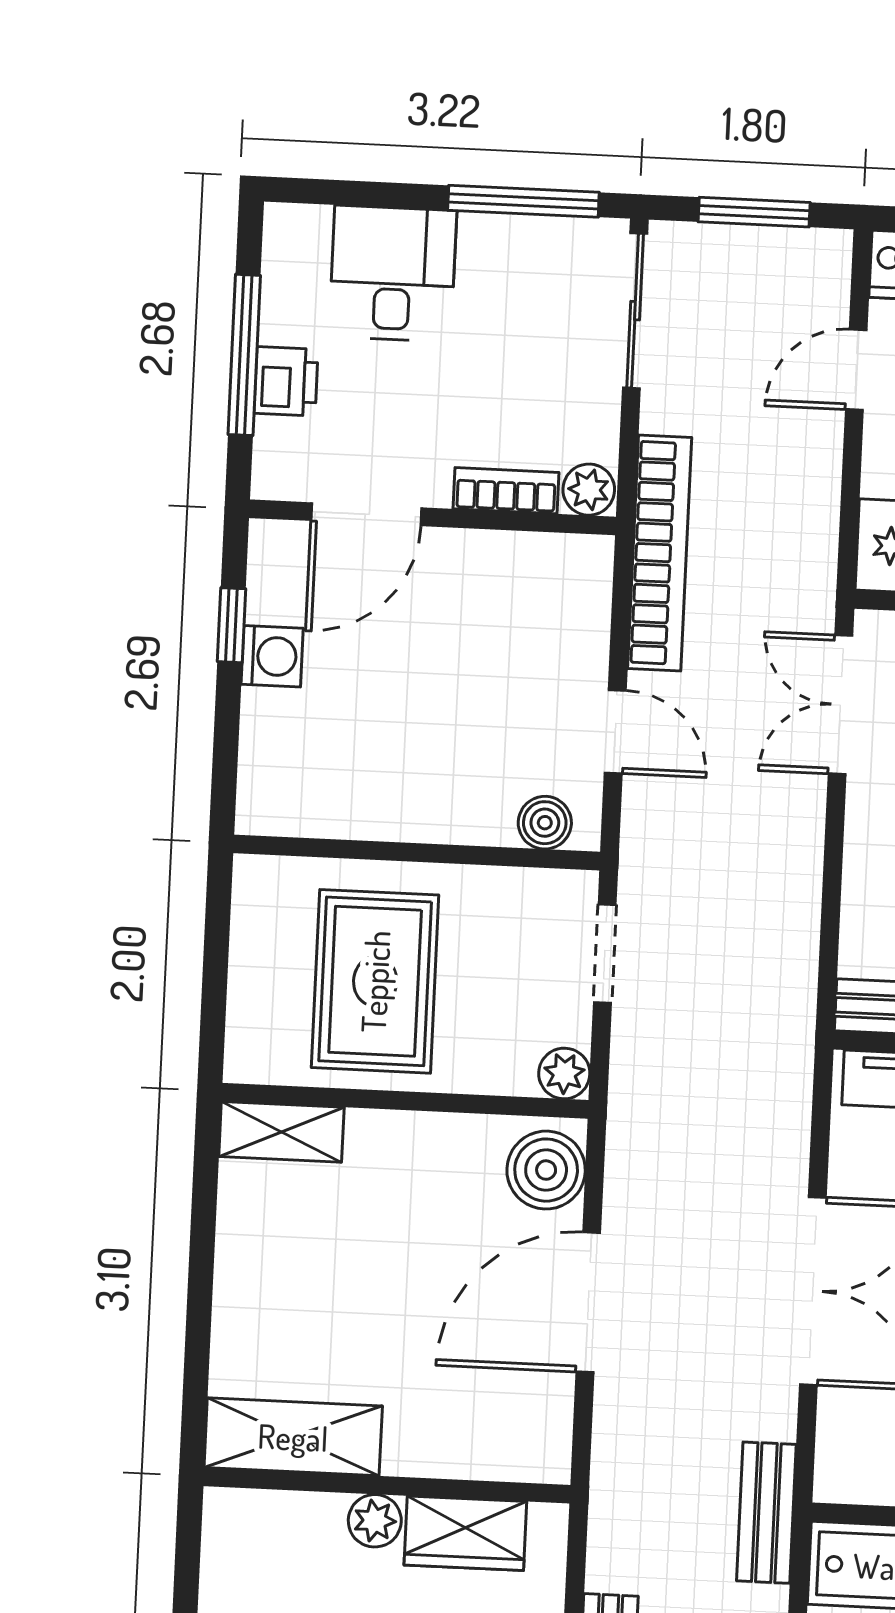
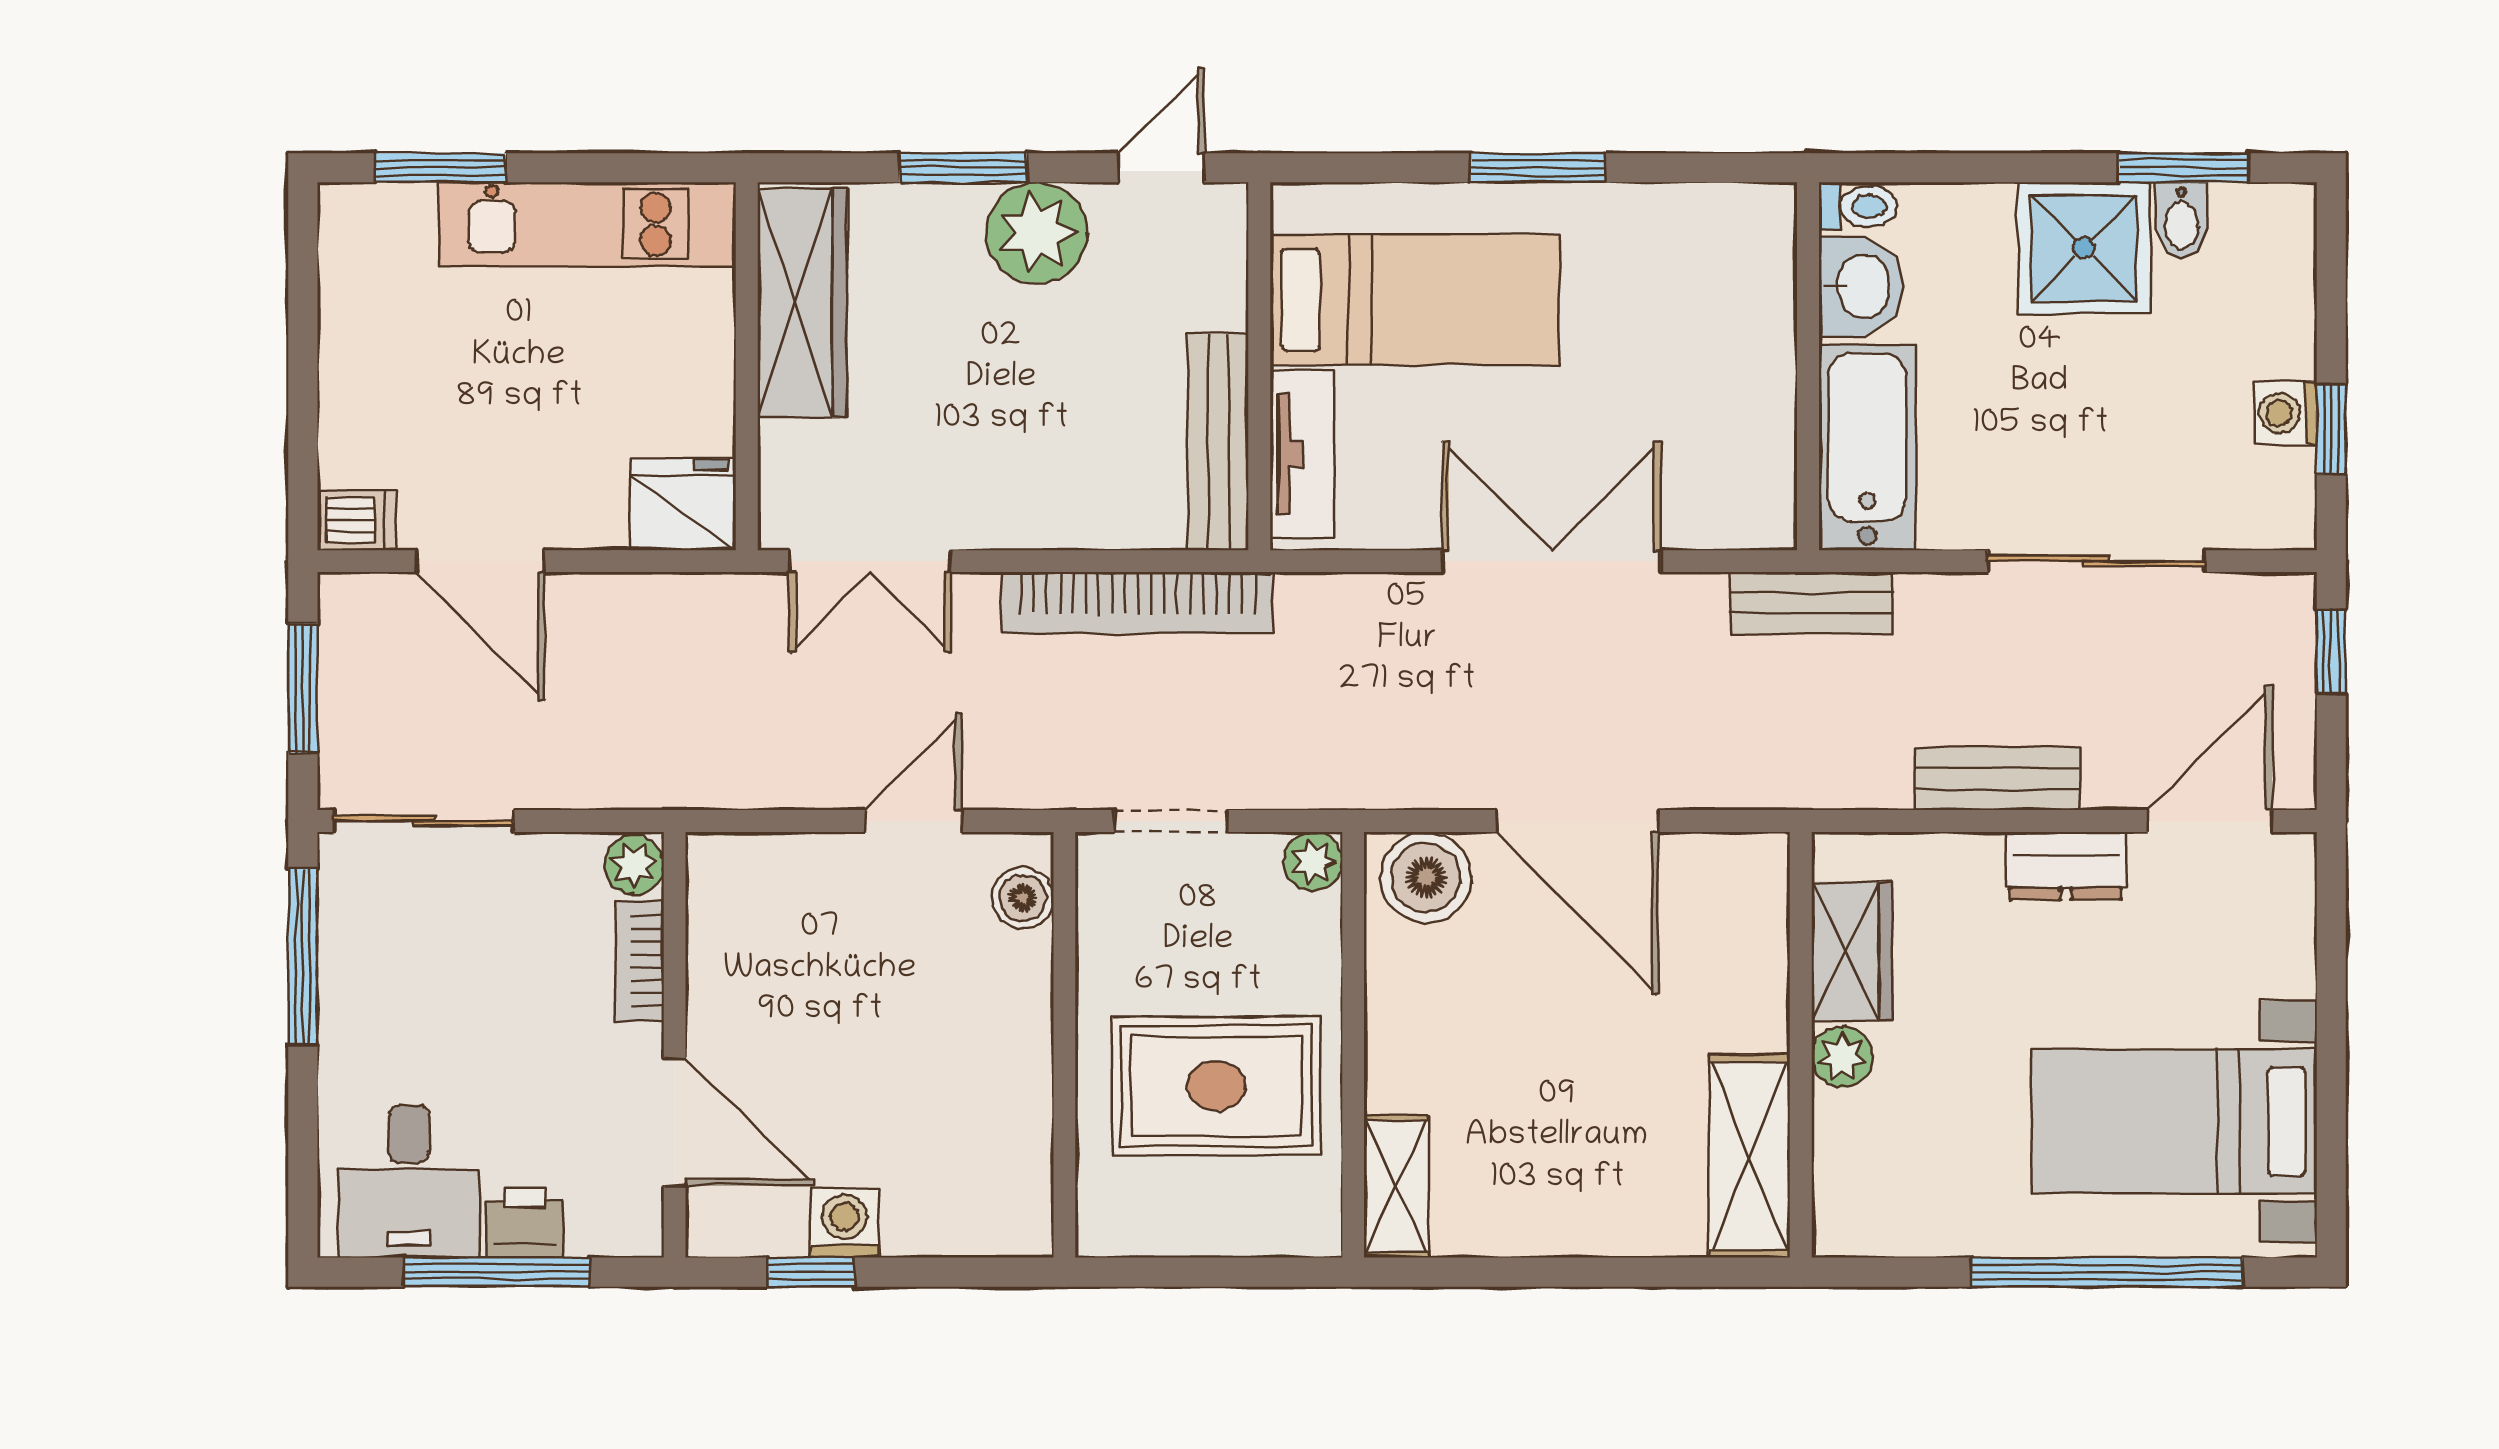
desk: (393, 273) -> (409, 1181), moved, turned -90
door: (856, 370) -> (480, 561), width x1.38
bookcase: (660, 553) -> (1138, 603), moved, turned 180

